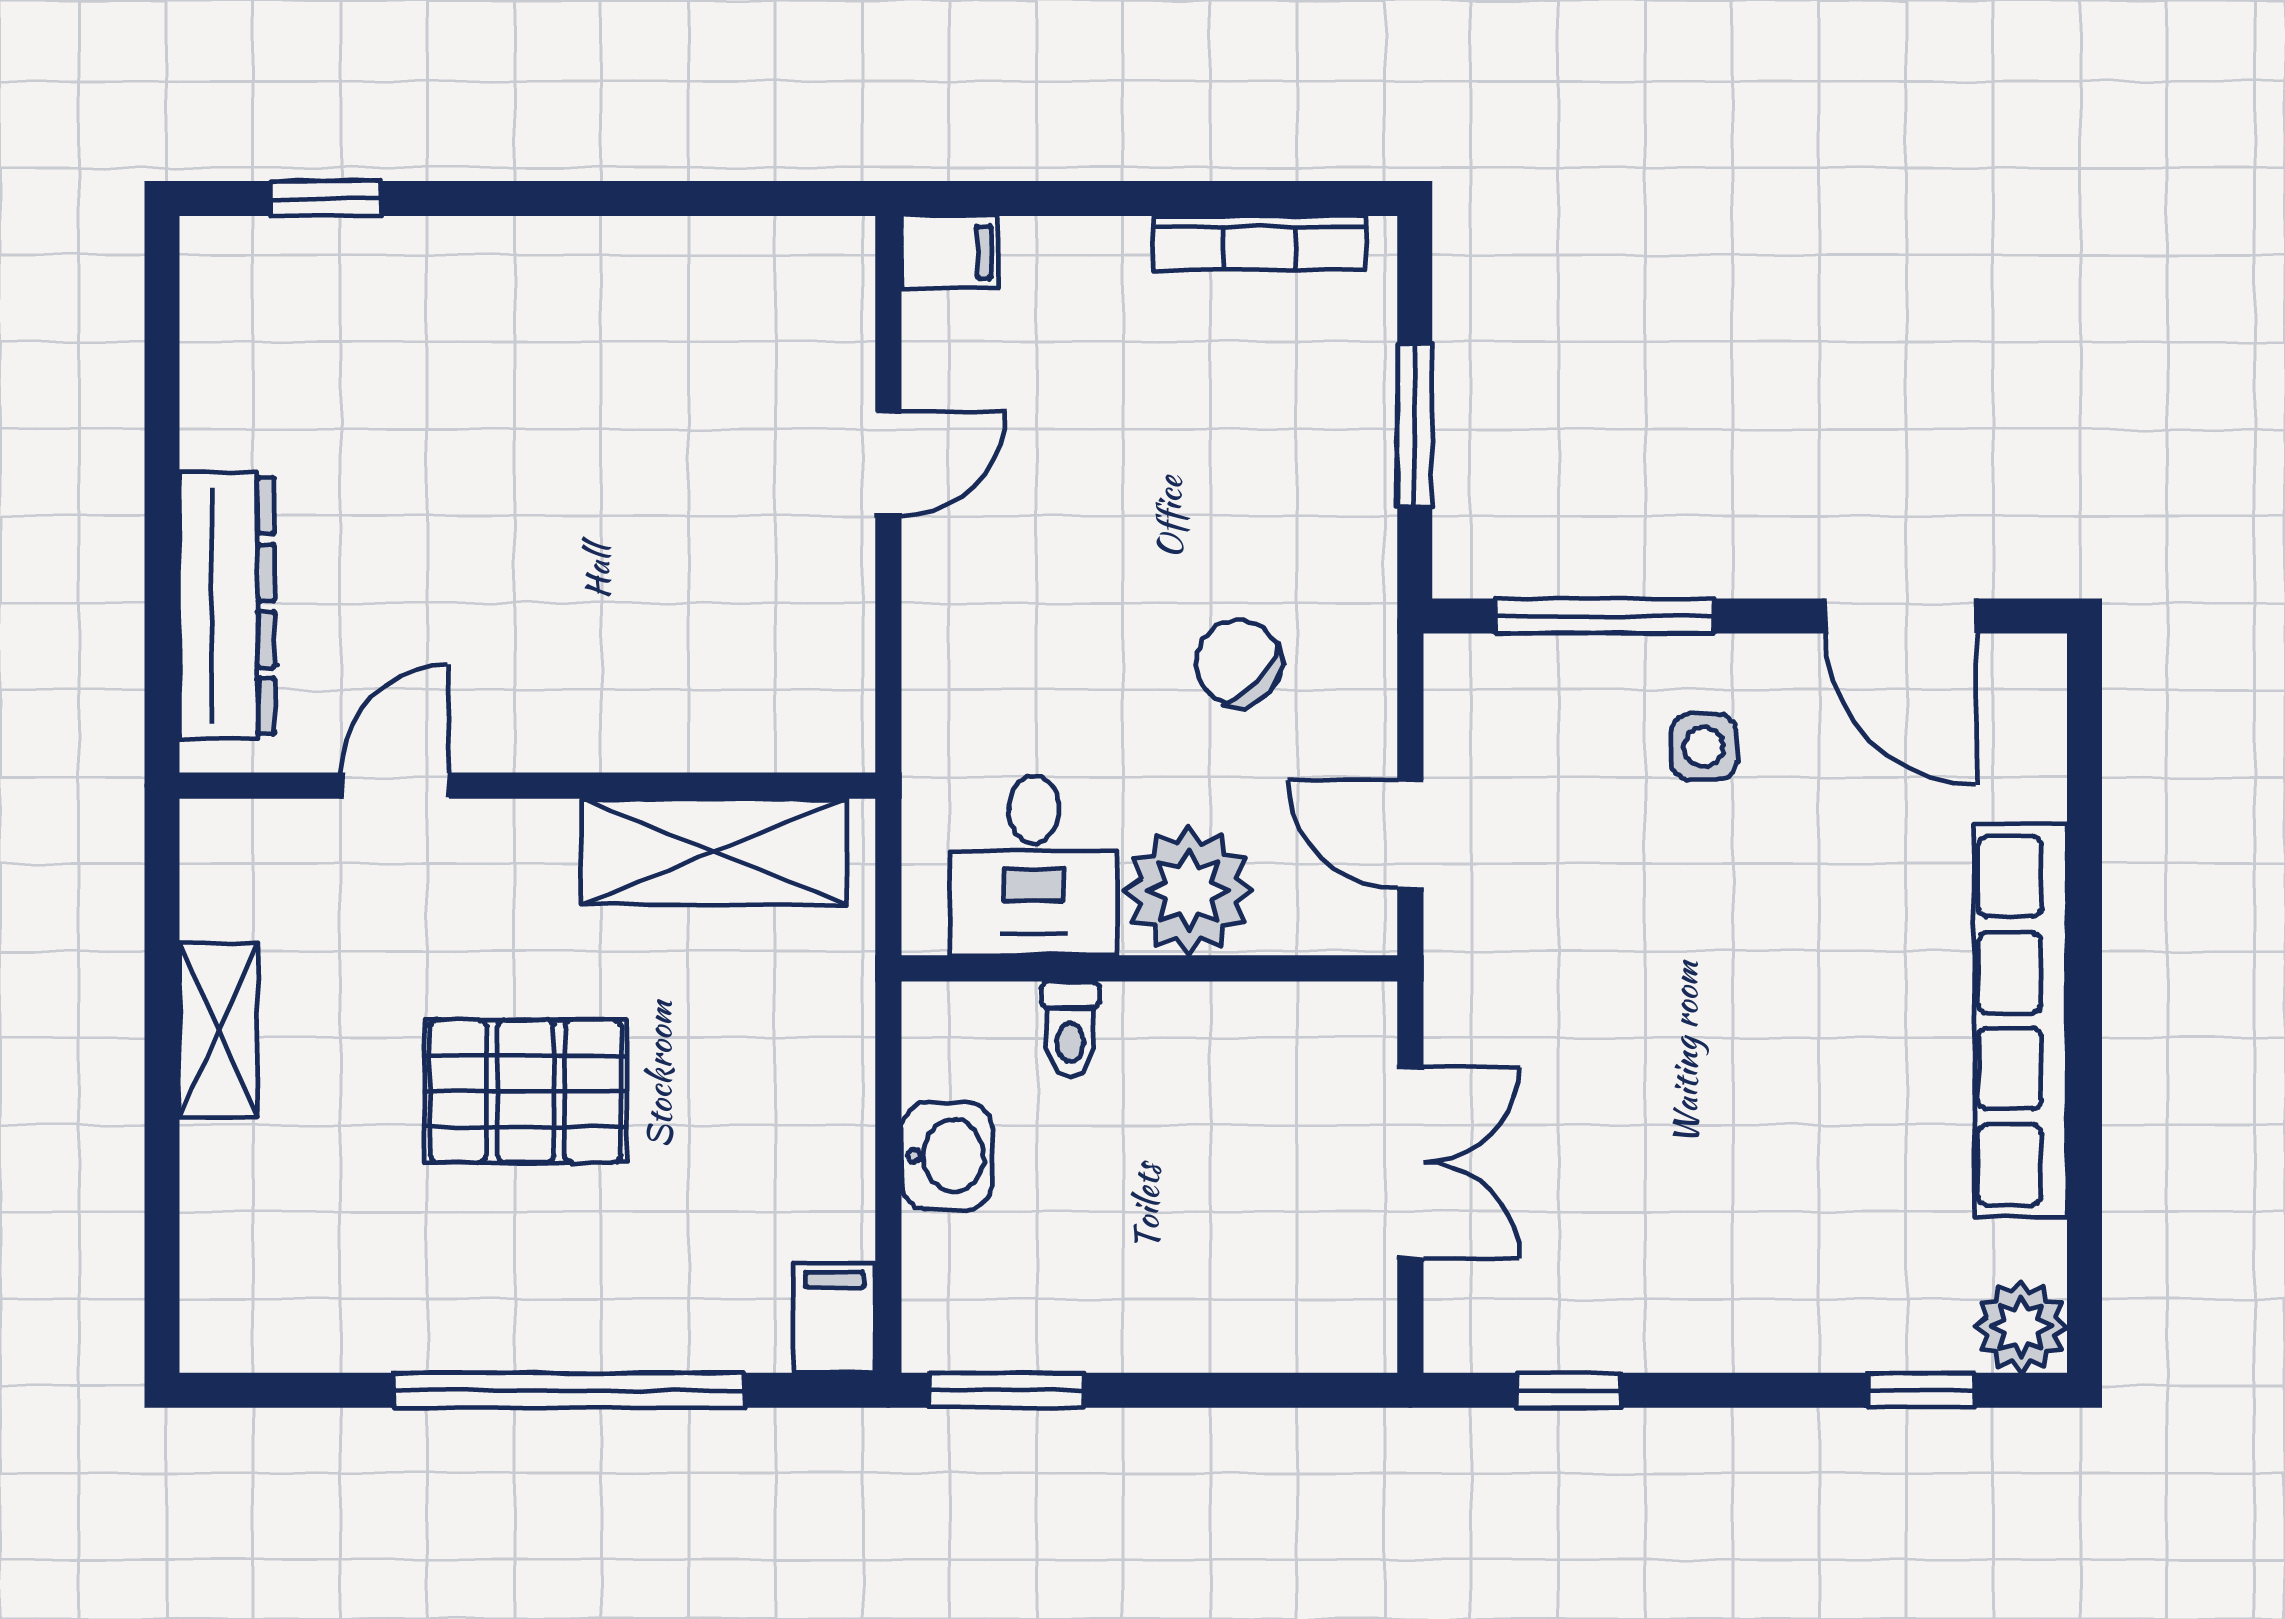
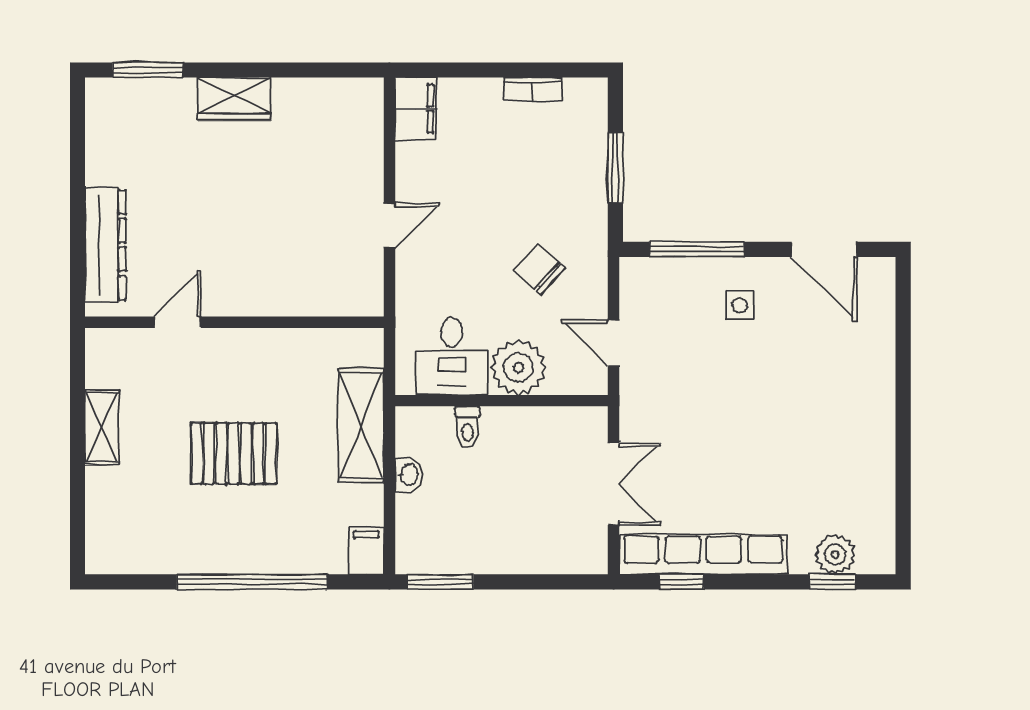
window: (326, 198) -> (148, 70), width x1.50
bookcase: (1260, 243) -> (532, 89), width x0.64
filing cabinet: (950, 252) -> (416, 109), width x2.00
wardrobe: (527, 266) -> (234, 99), added
door: (888, 464) -> (389, 226), moved
shelving: (713, 852) -> (361, 425), moved, turned 90
row of seats: (2021, 1021) -> (703, 554), moved, turned 90
washbasin: (947, 1156) -> (408, 475), width x0.72, depth x0.69
plant: (2021, 1327) -> (835, 554), moved

